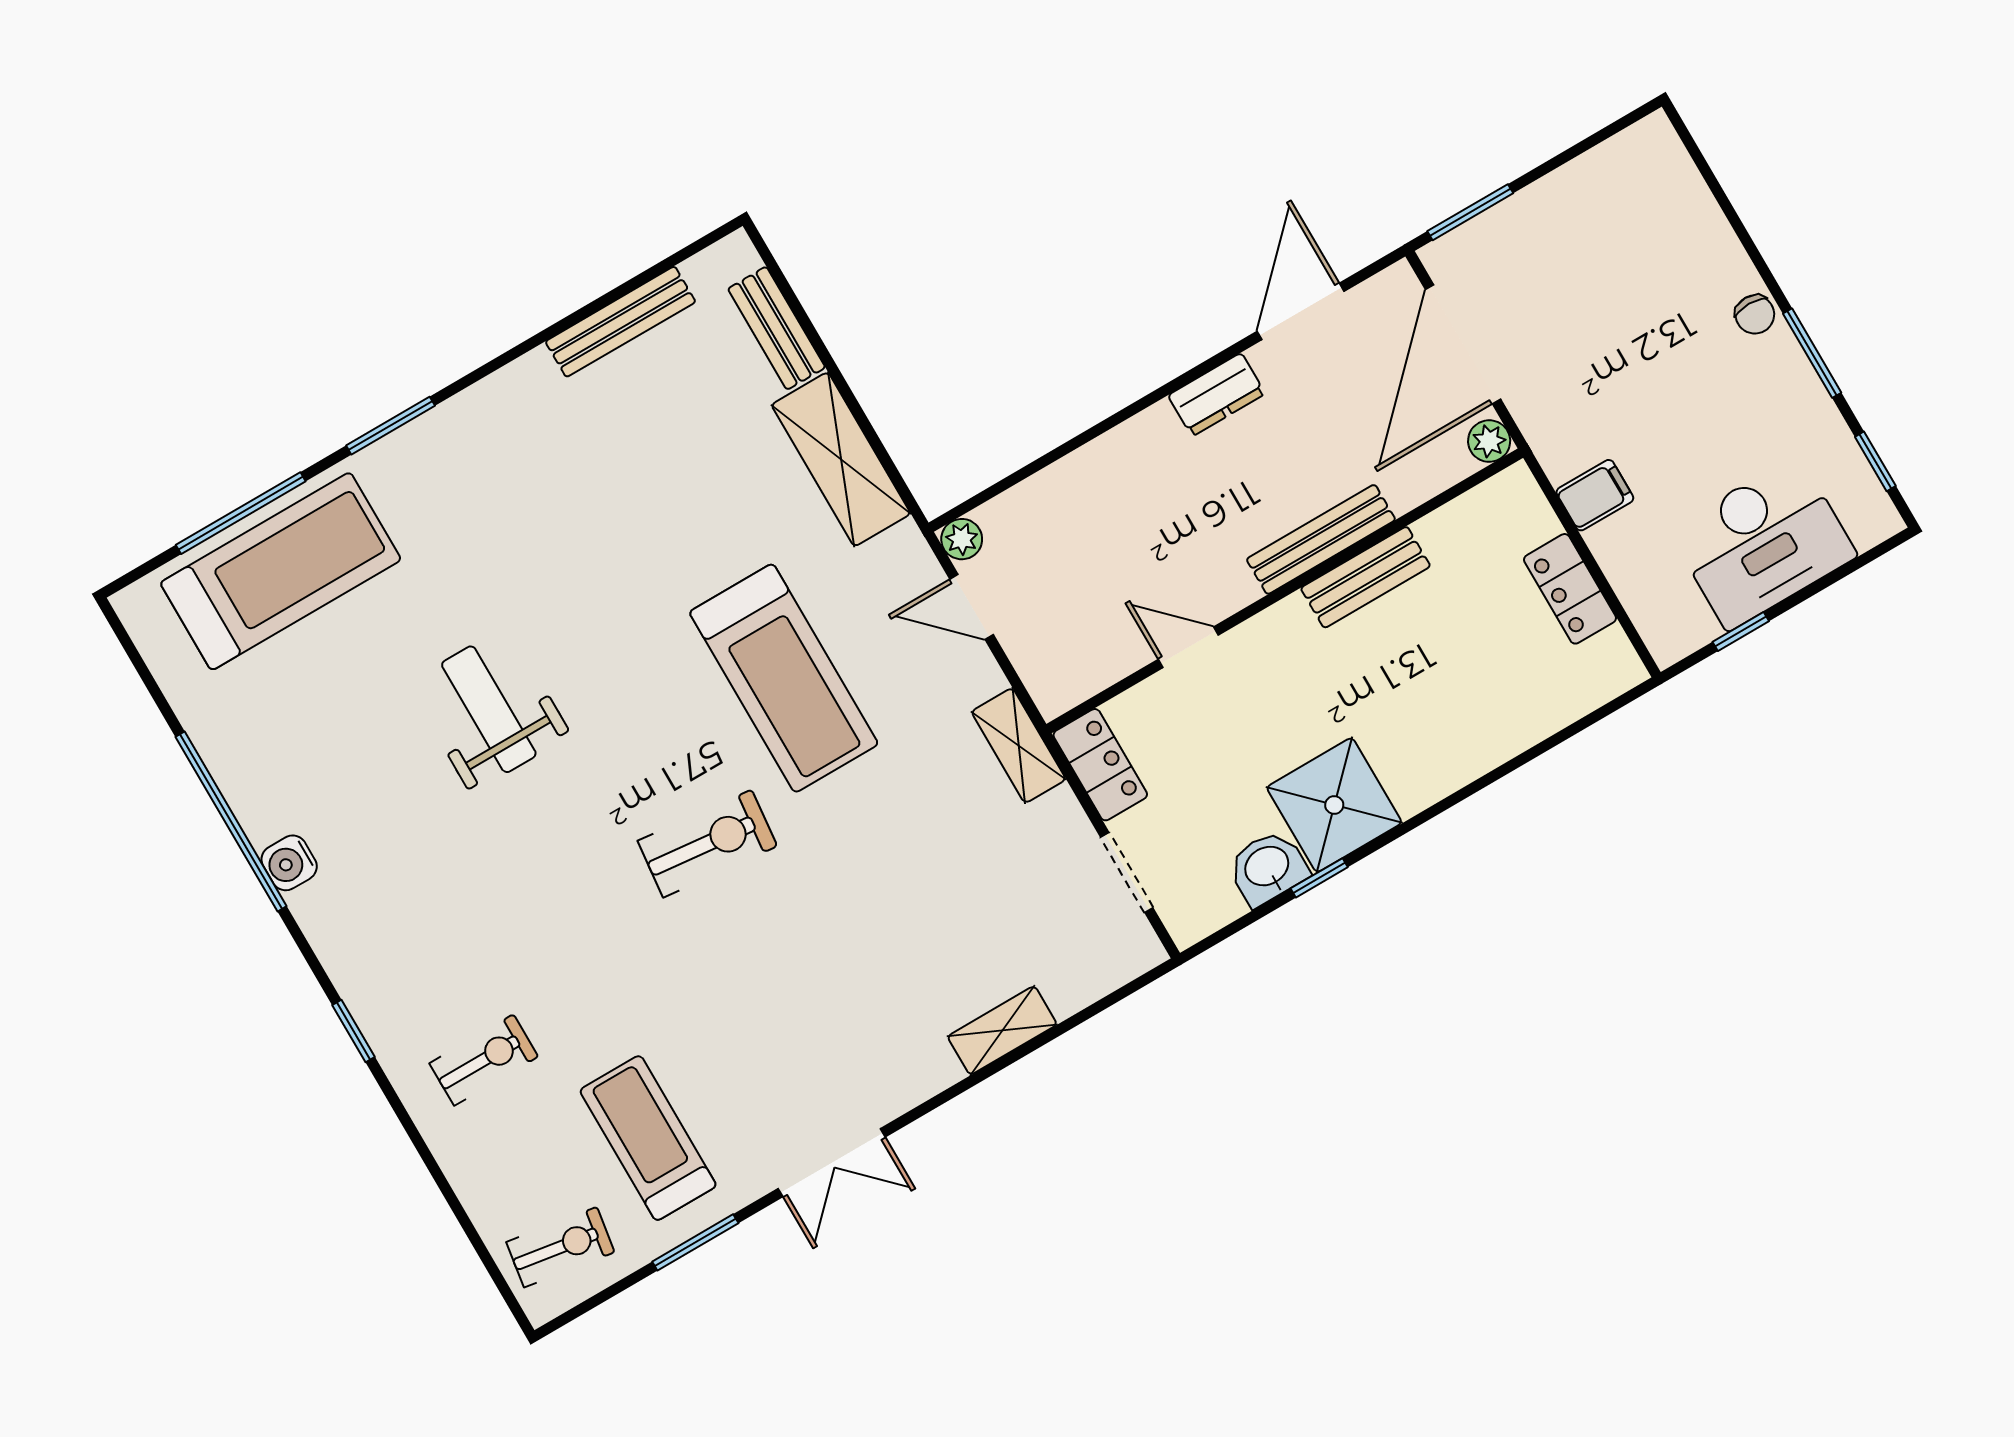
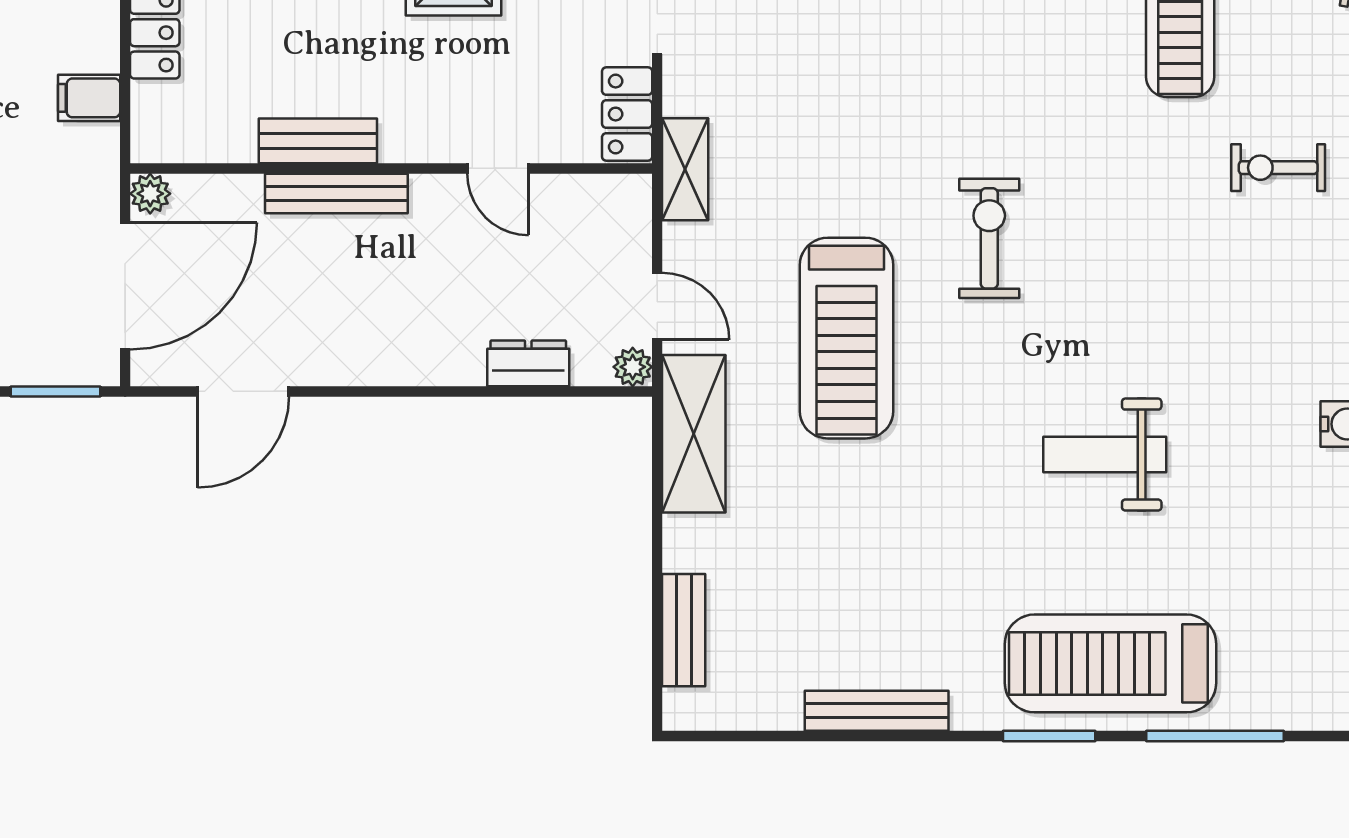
bench: (620, 322) -> (877, 711), moved
dresser: (1217, 395) -> (528, 363), moved
shelving: (841, 459) -> (694, 434), moved
treadmill: (281, 571) -> (1111, 663), moved
treadmill: (784, 678) -> (846, 338), turned 180
weight bench: (489, 709) -> (1105, 455), turned 90
exercise bike: (707, 843) -> (989, 238), turned 84

